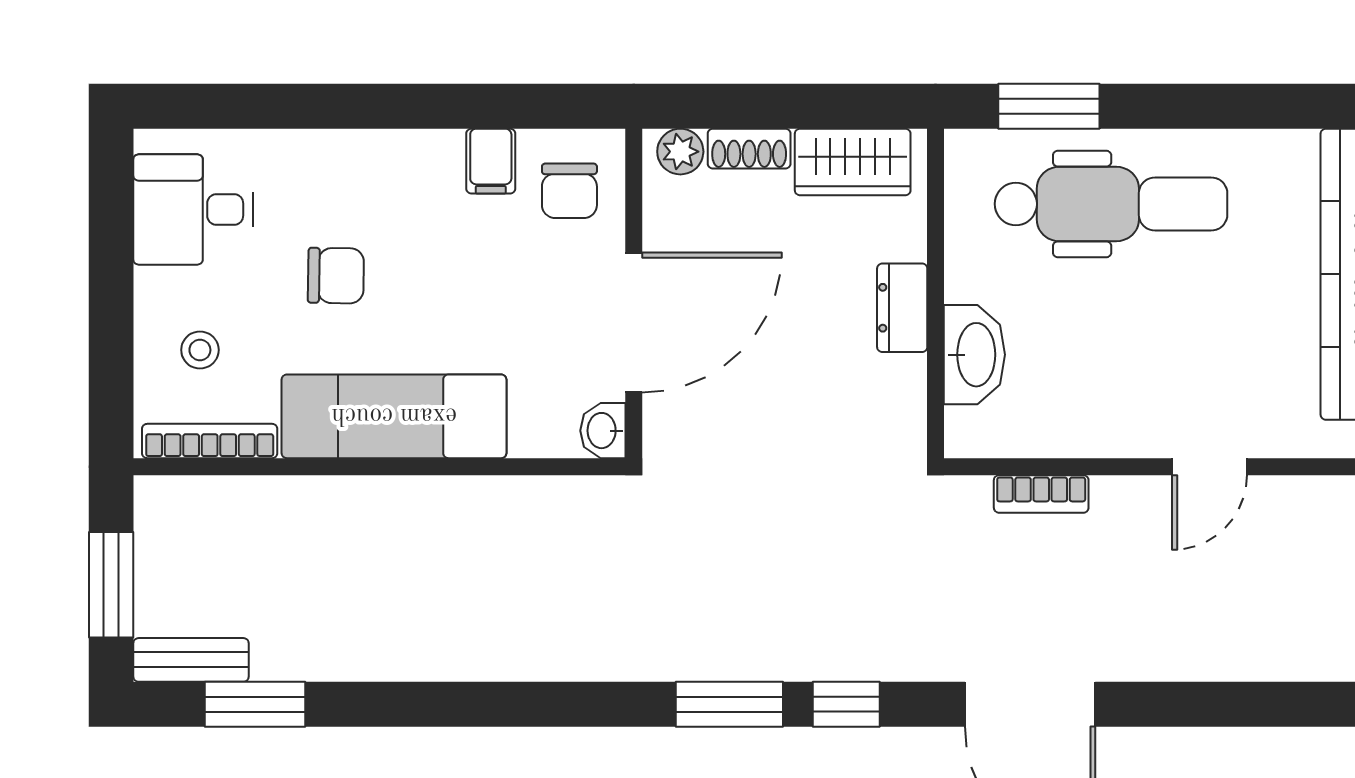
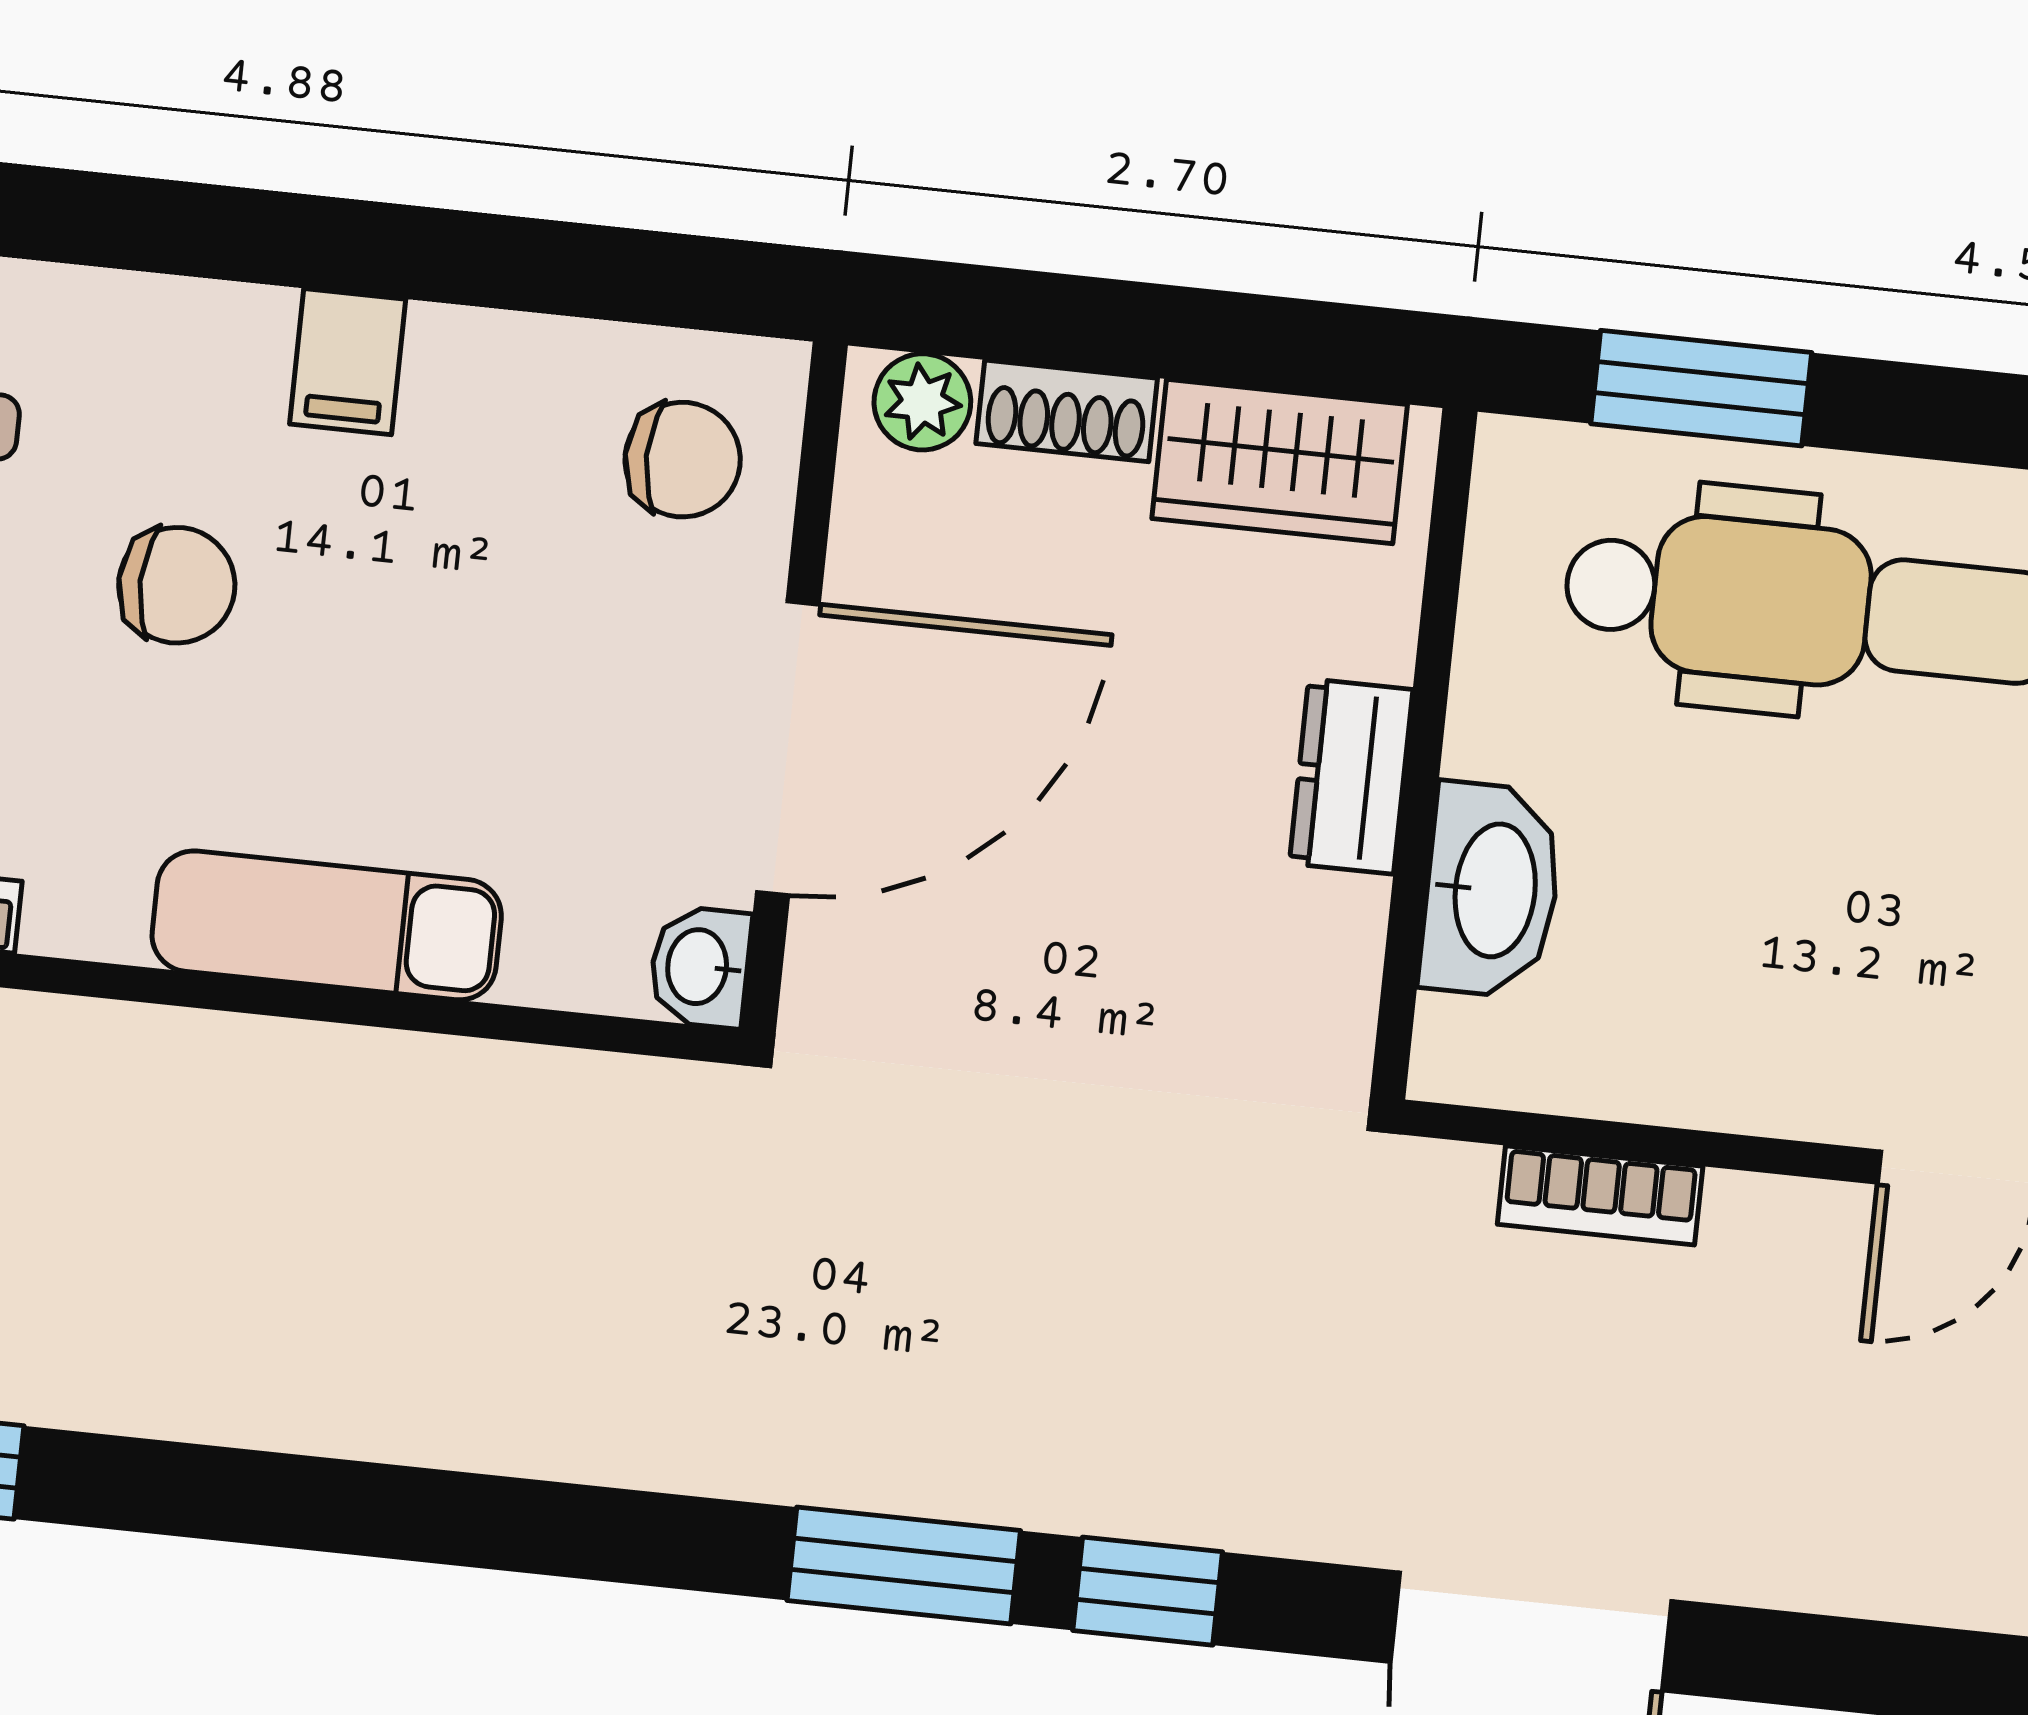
filing cabinet: (491, 161) -> (348, 362), moved
chair: (569, 191) -> (683, 460), turned -90
exam couch: (394, 416) -> (327, 925), width x0.73, depth x0.69

